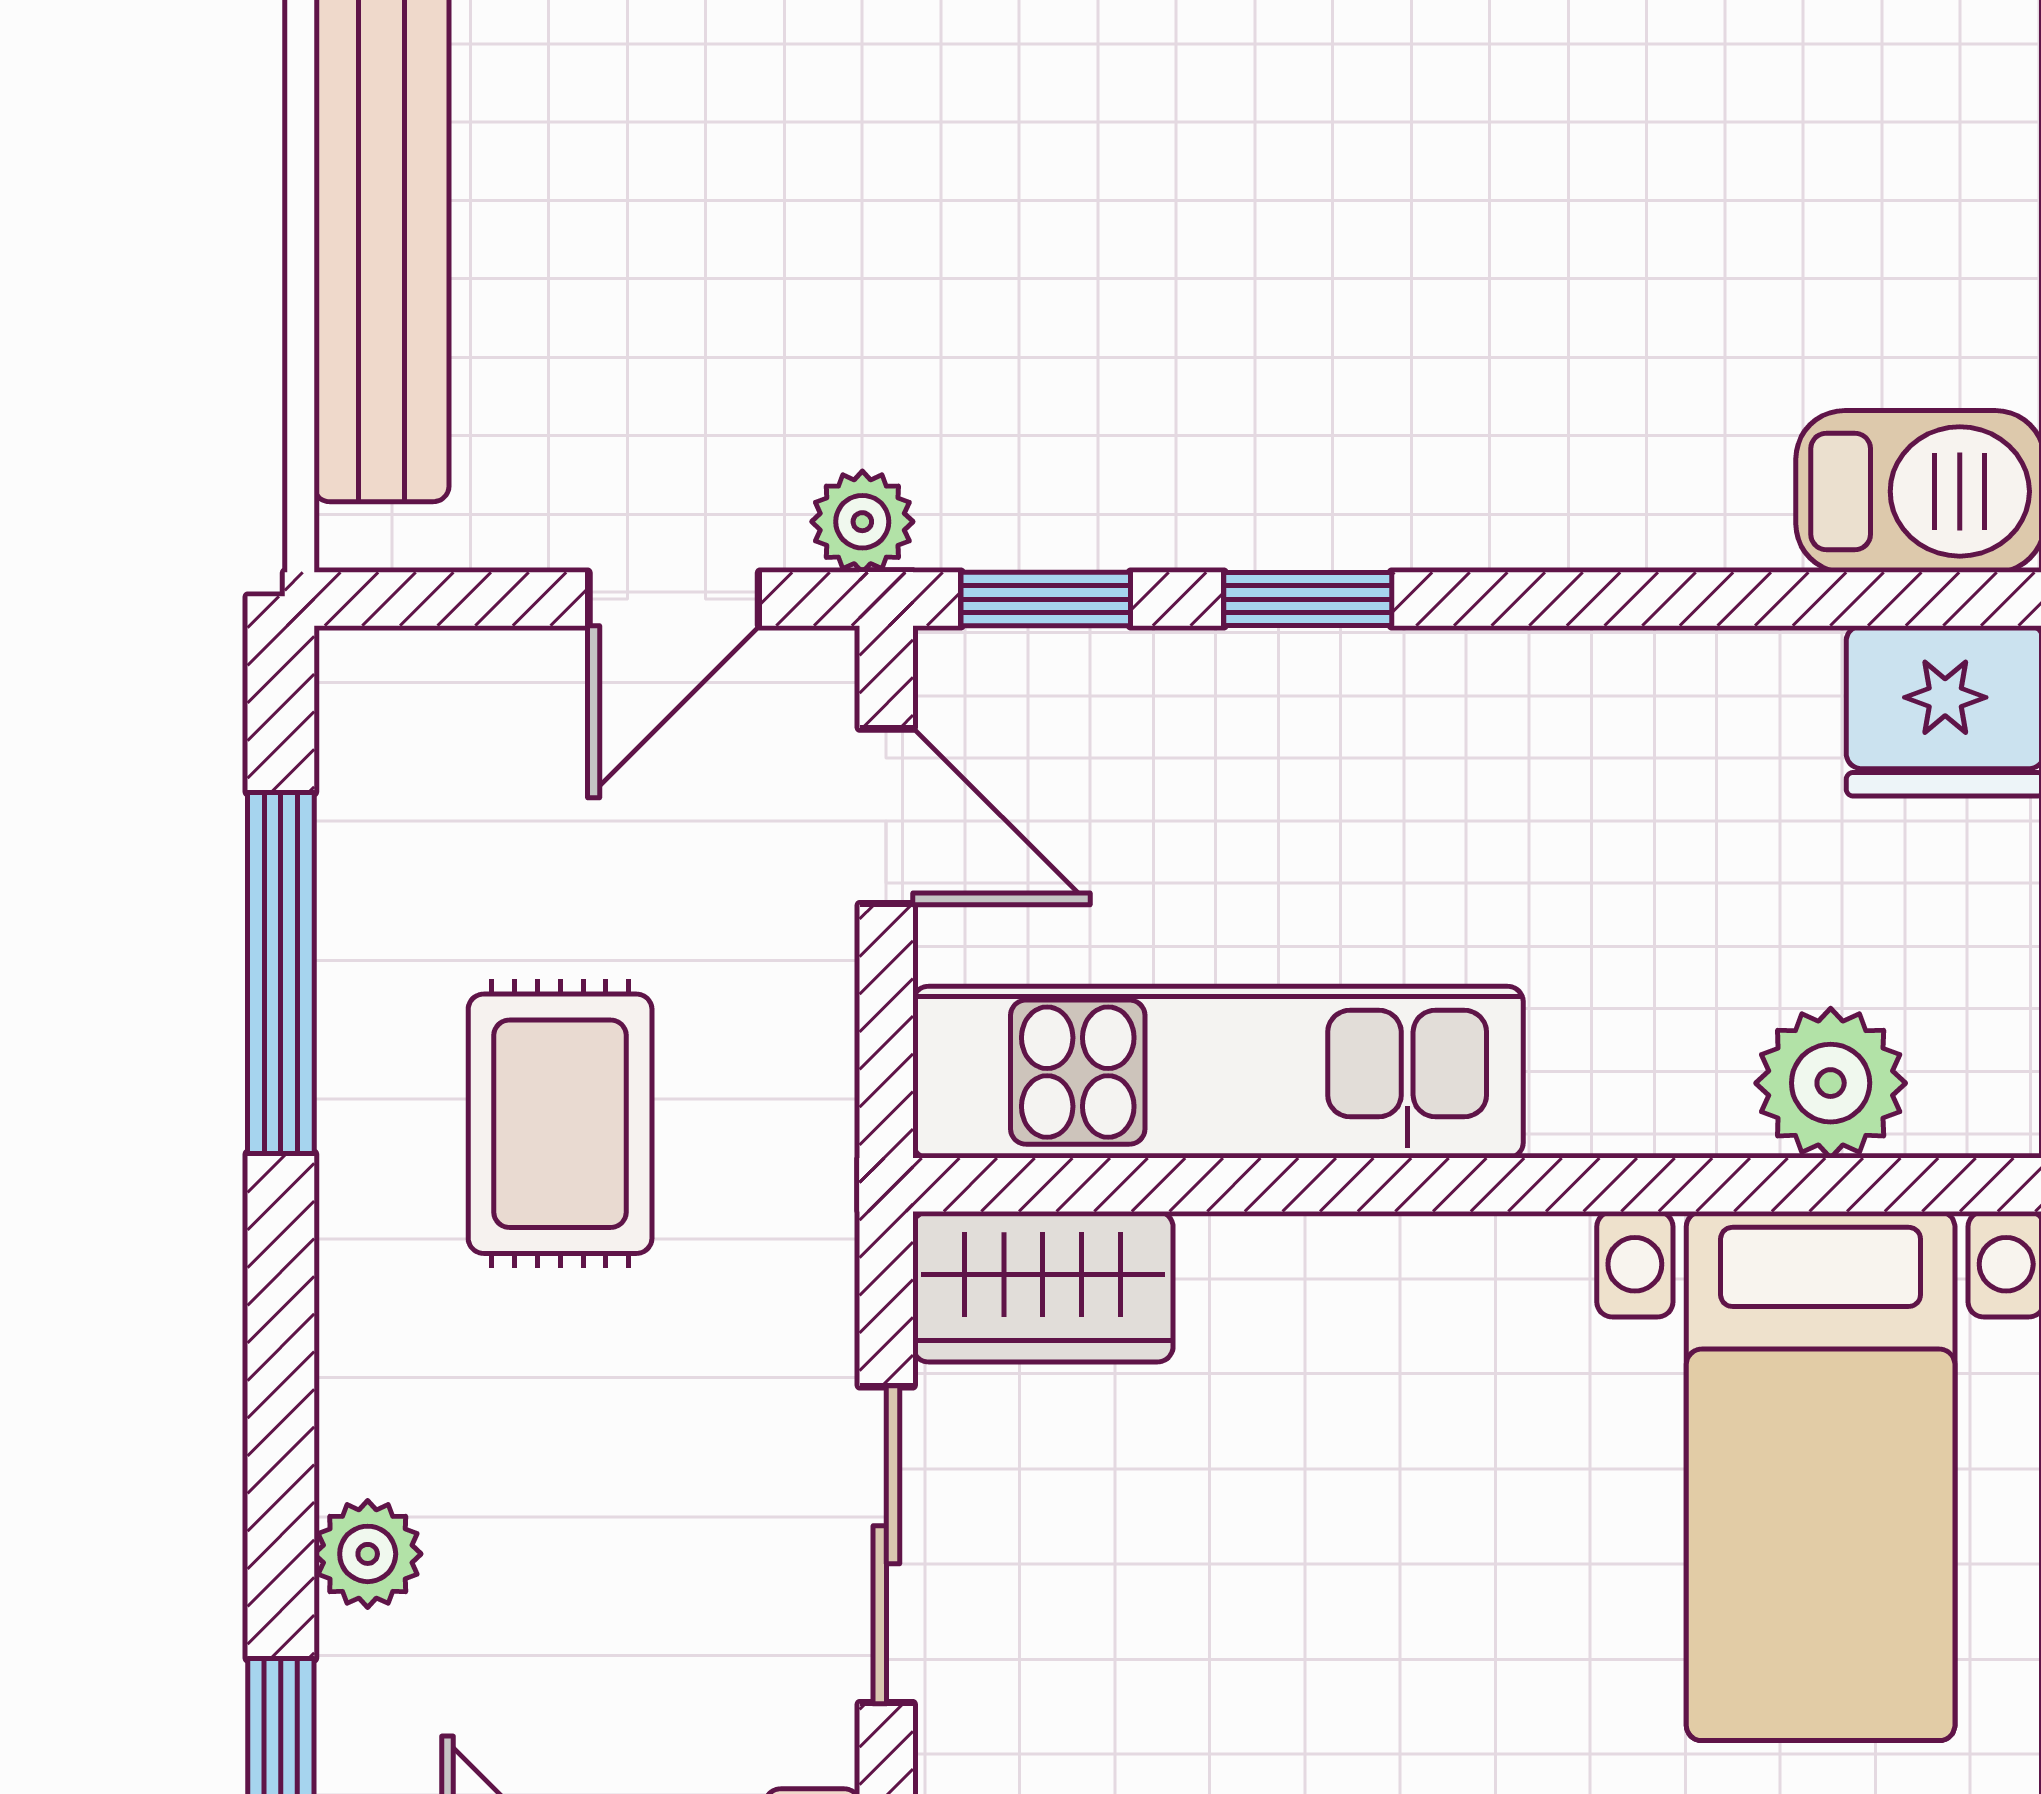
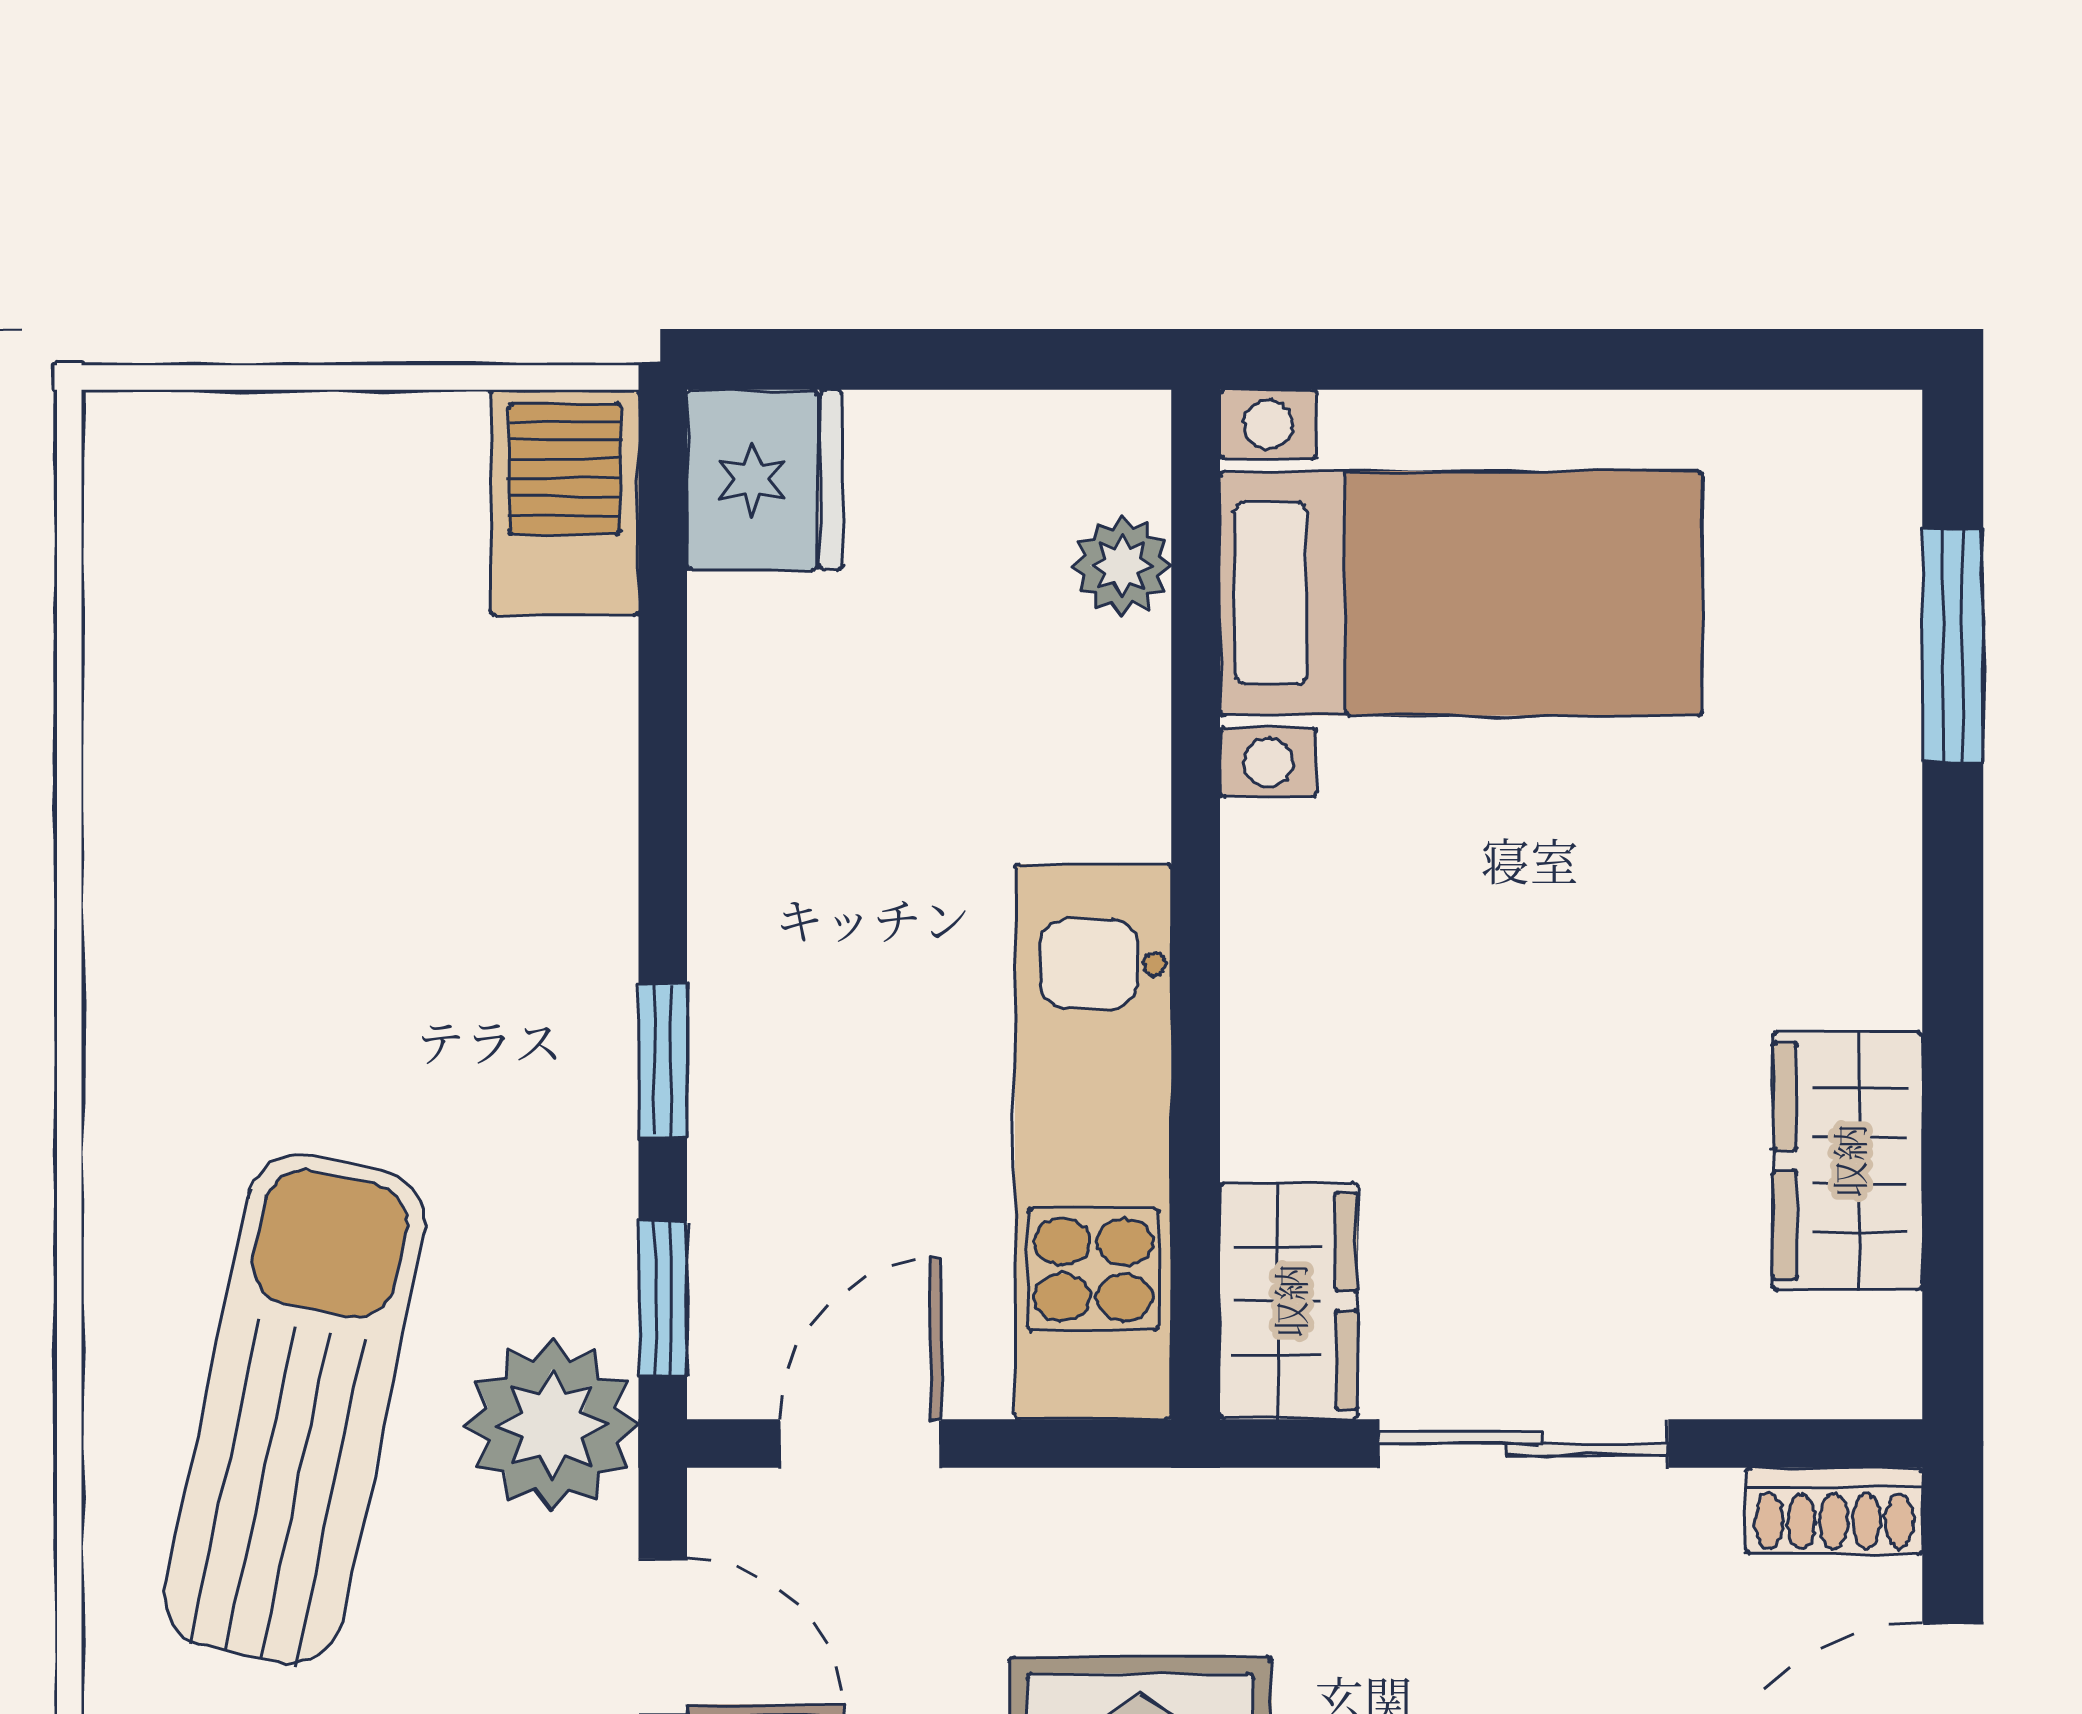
sun lounger: (925, 195) -> (295, 1409), added
plant: (862, 522) -> (552, 1425), width x1.88, depth x1.88
plant: (1831, 1083) -> (1122, 566), width x0.73, depth x0.73

